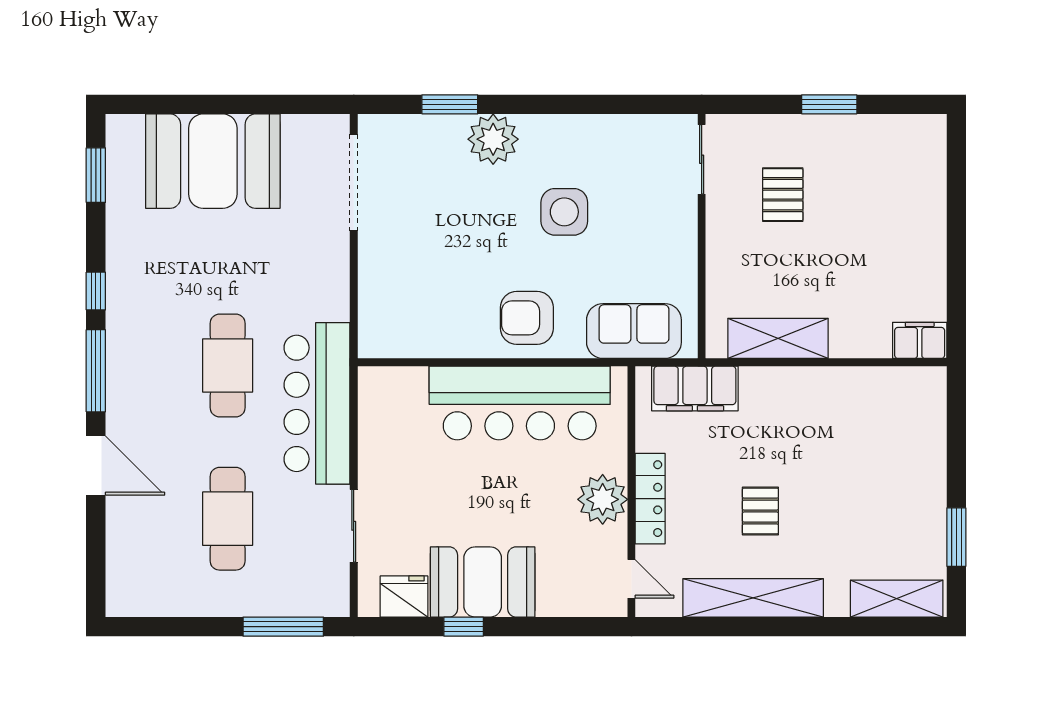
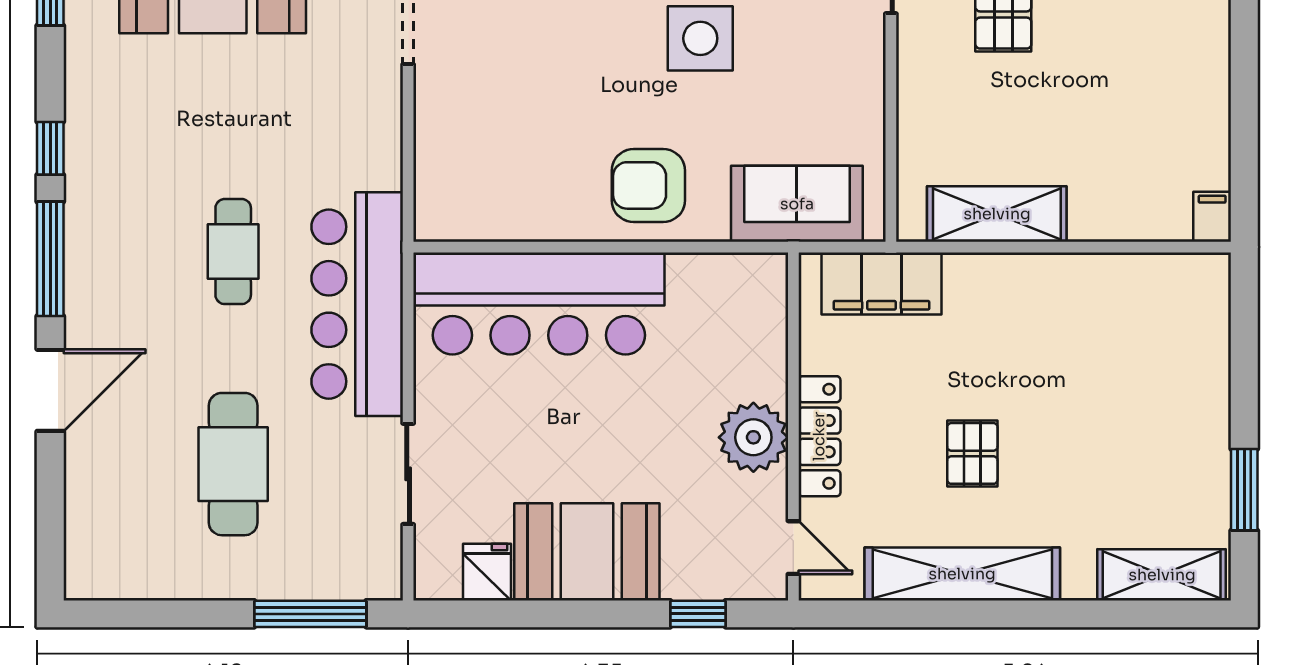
filing cabinet: (920, 340) -> (1212, 217), width x0.50
cafe table: (228, 365) -> (233, 252), width x0.73, depth x0.74
bar counter: (520, 403) -> (539, 304), moved
door: (96, 466) -> (50, 390), hinge flipped
fridge: (404, 596) -> (487, 572), width x0.72
window: (464, 627) -> (698, 614), moved

